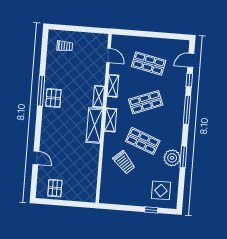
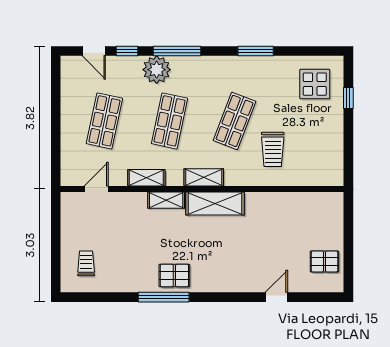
shop shelf: (146, 102) -> (170, 121), turned 33
plant: (172, 158) -> (157, 70), moved
trolley: (124, 162) -> (273, 149), turned 132

